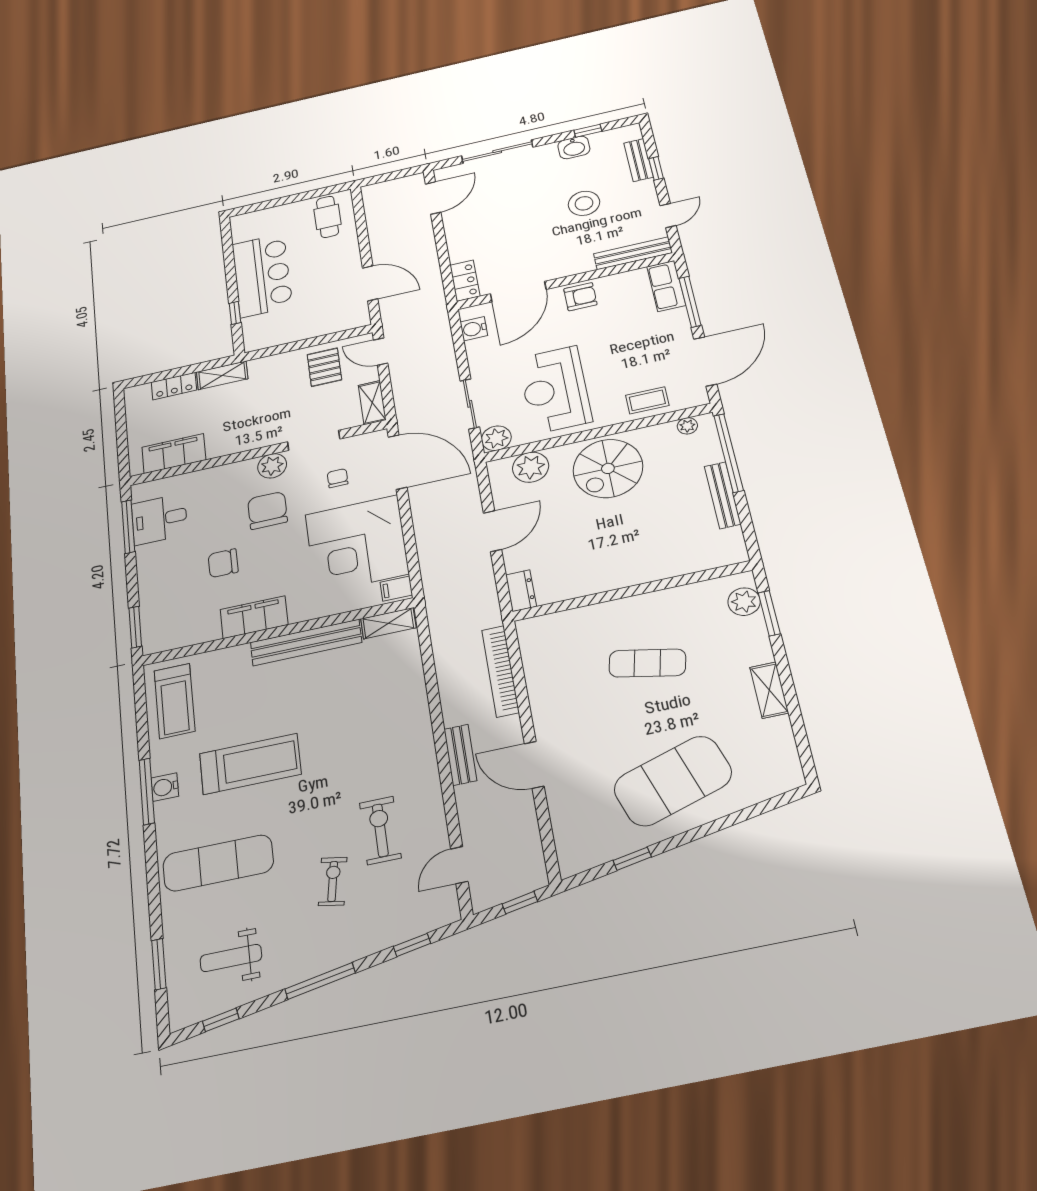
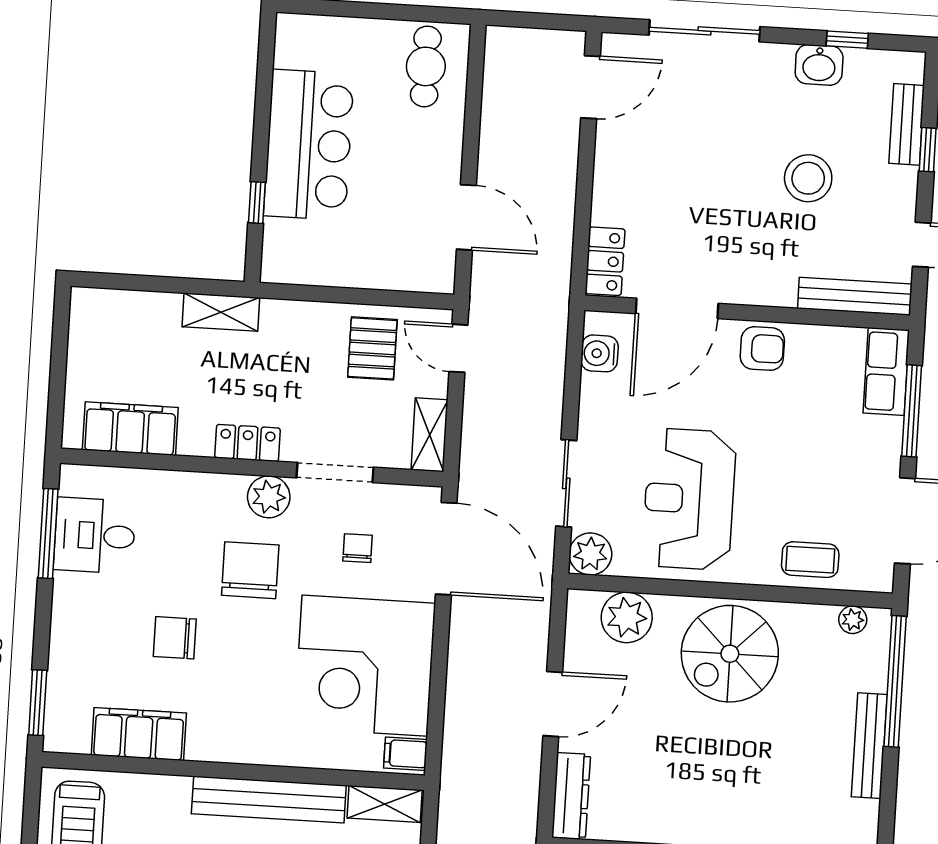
locker: (174, 386) -> (248, 443), moved, turned 180
dresser: (521, 591) -> (571, 796), width x1.44
filing cabinet: (254, 617) -> (139, 734), moved

